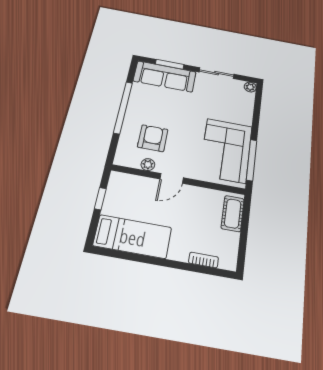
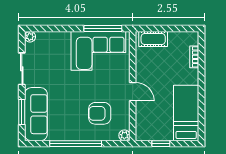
plant: (148, 165) -> (124, 135), moved

